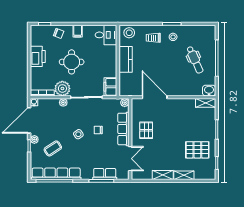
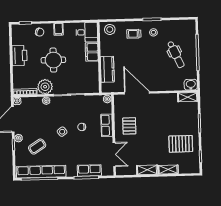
kitchen counter: (126, 59) -> (107, 69), moved
filing cabinet: (110, 87) -> (92, 52), moved
row of seats: (123, 129) -> (107, 125), width x0.68

